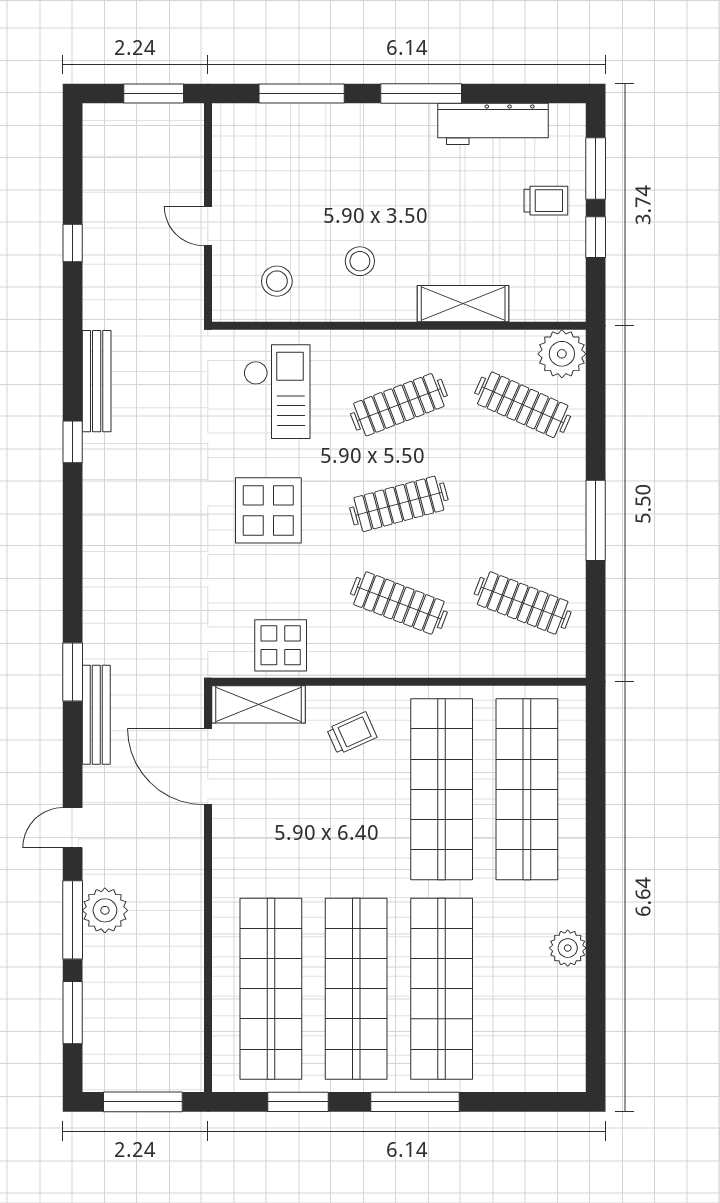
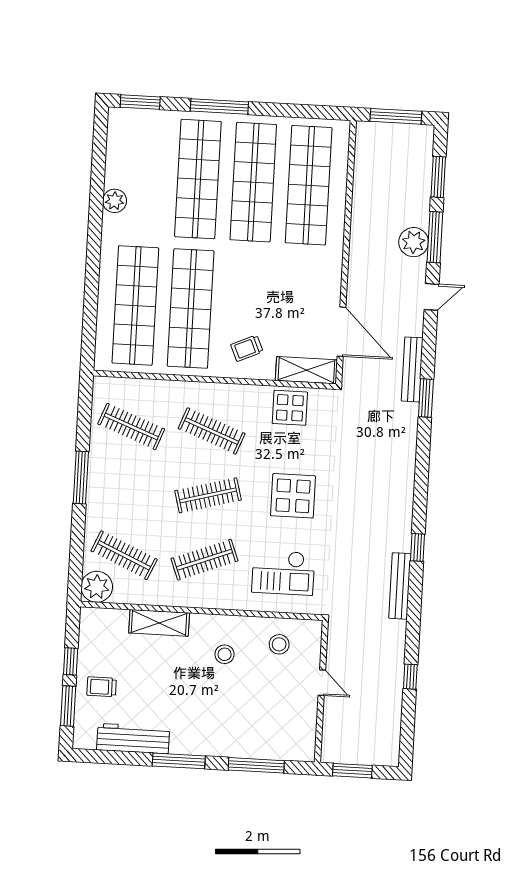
checkout: (277, 392) -> (283, 573), turned -90
window: (298, 1102) -> (140, 102), moved

